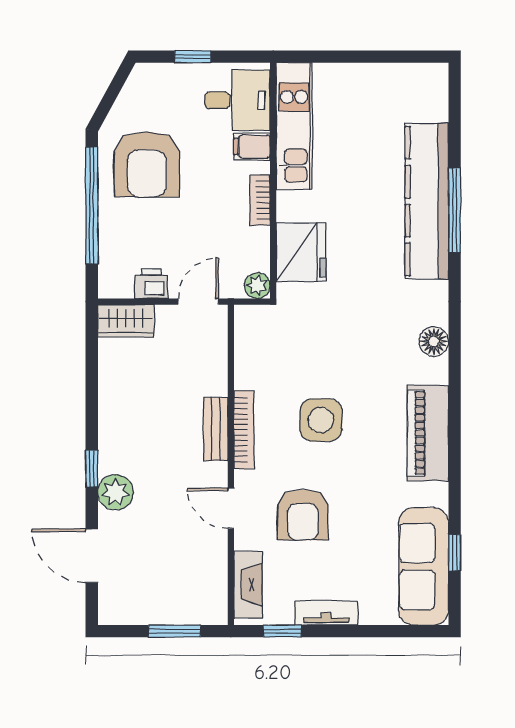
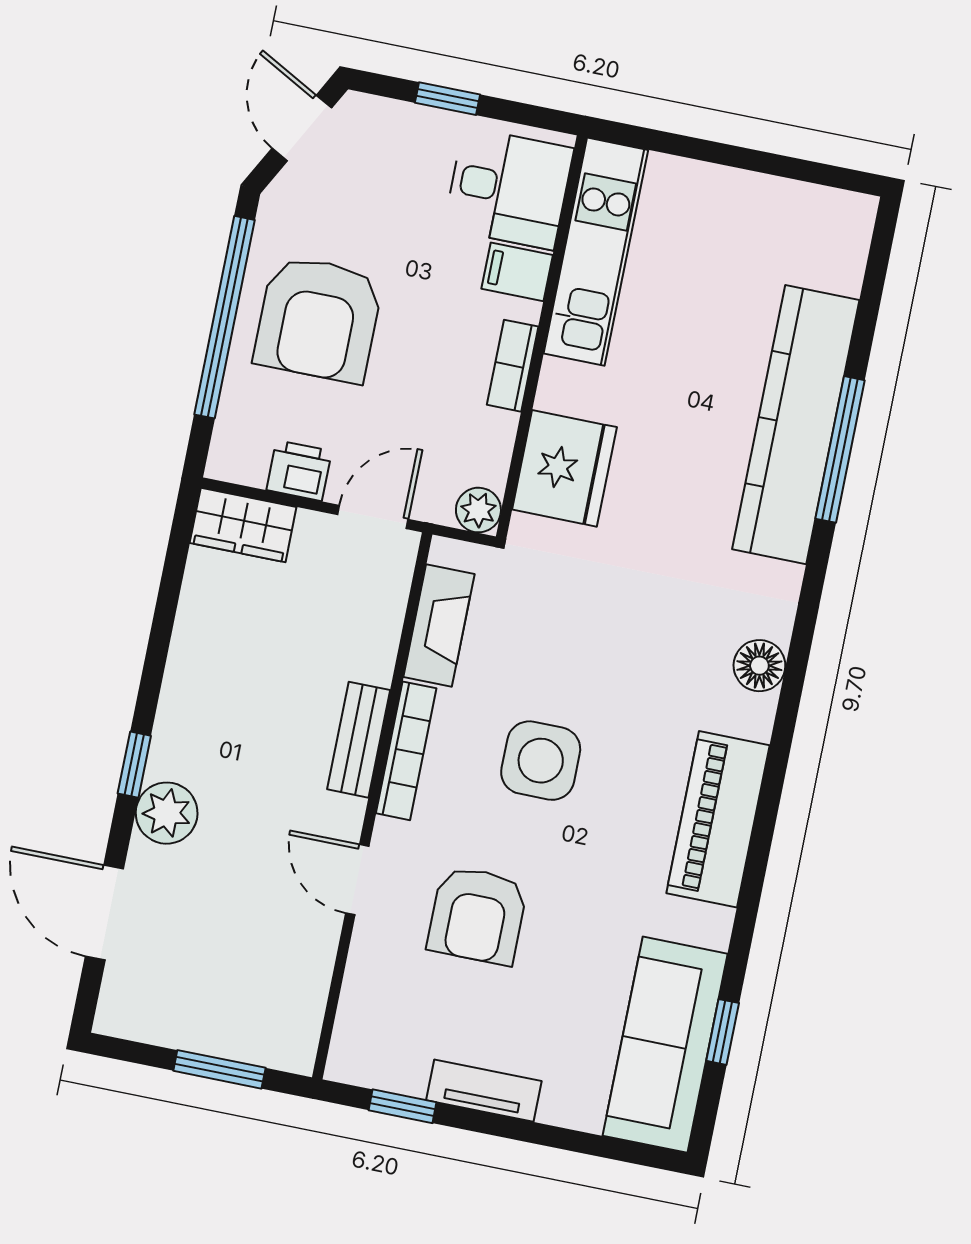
door: (114, 90) -> (302, 128), added
armchair: (147, 164) -> (318, 319), moved
fireplace: (248, 585) -> (439, 626), moved

